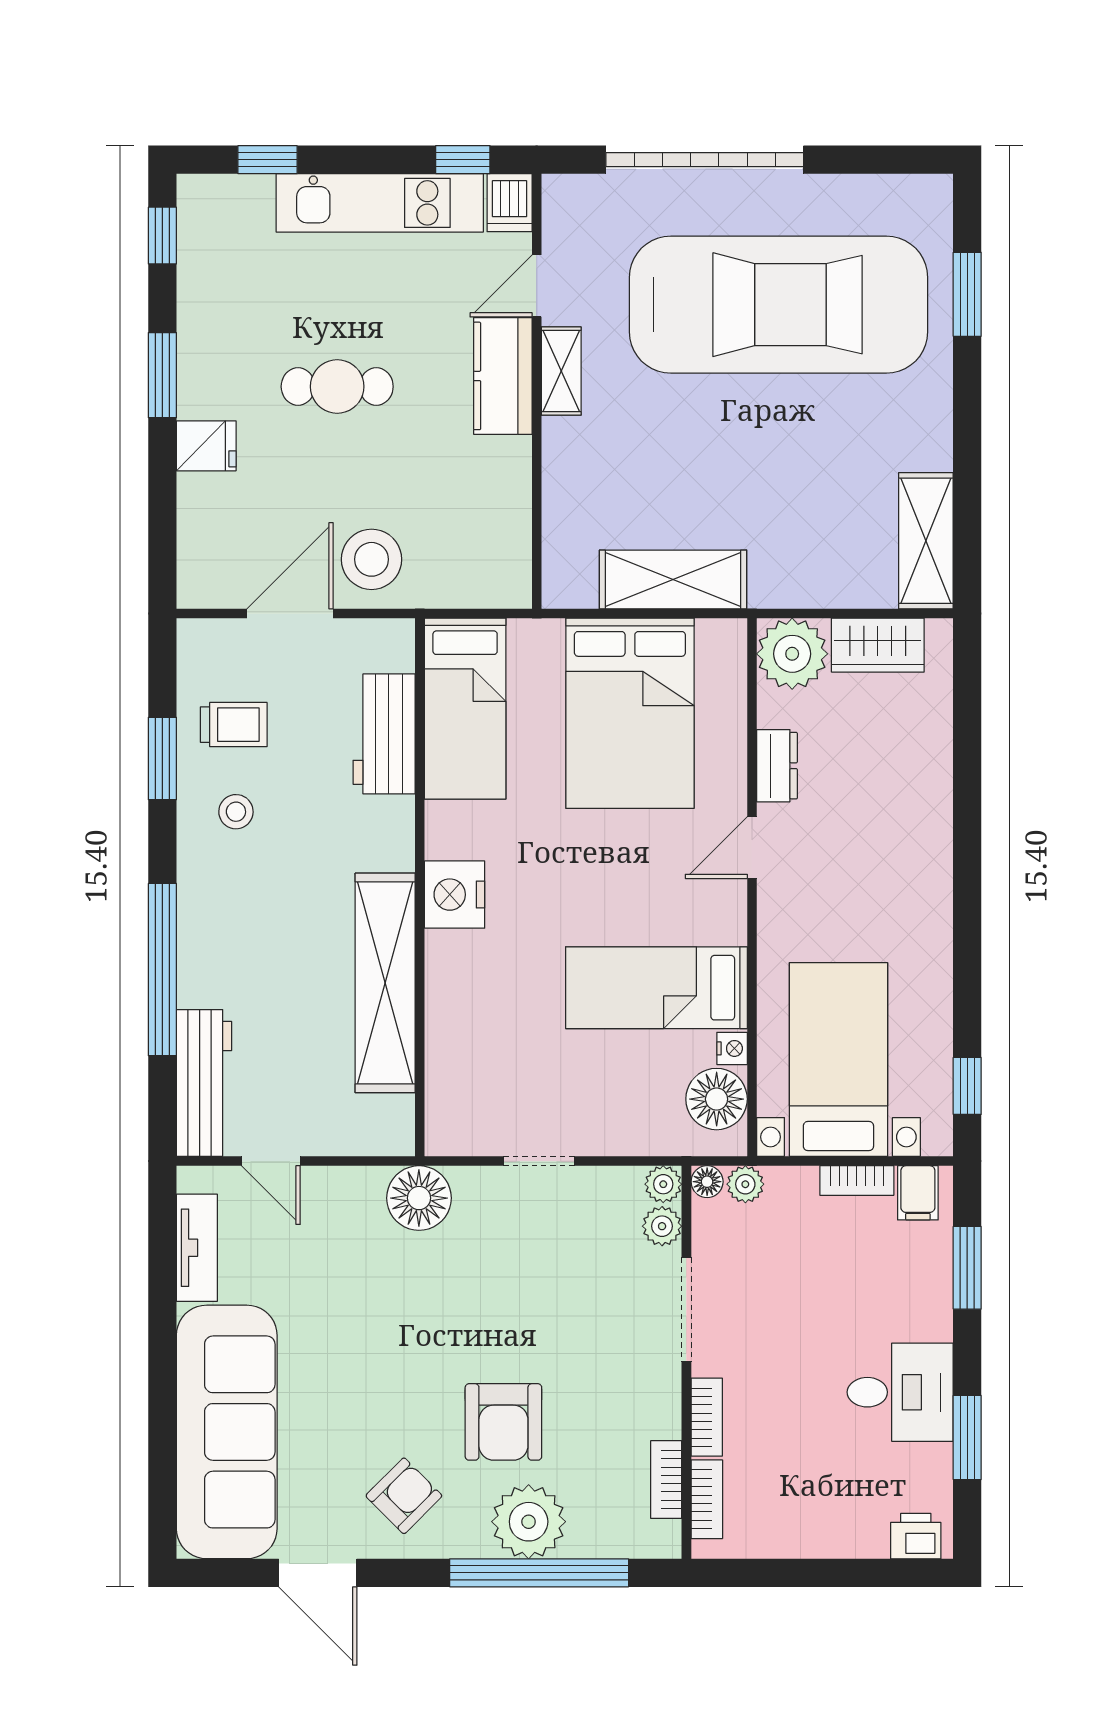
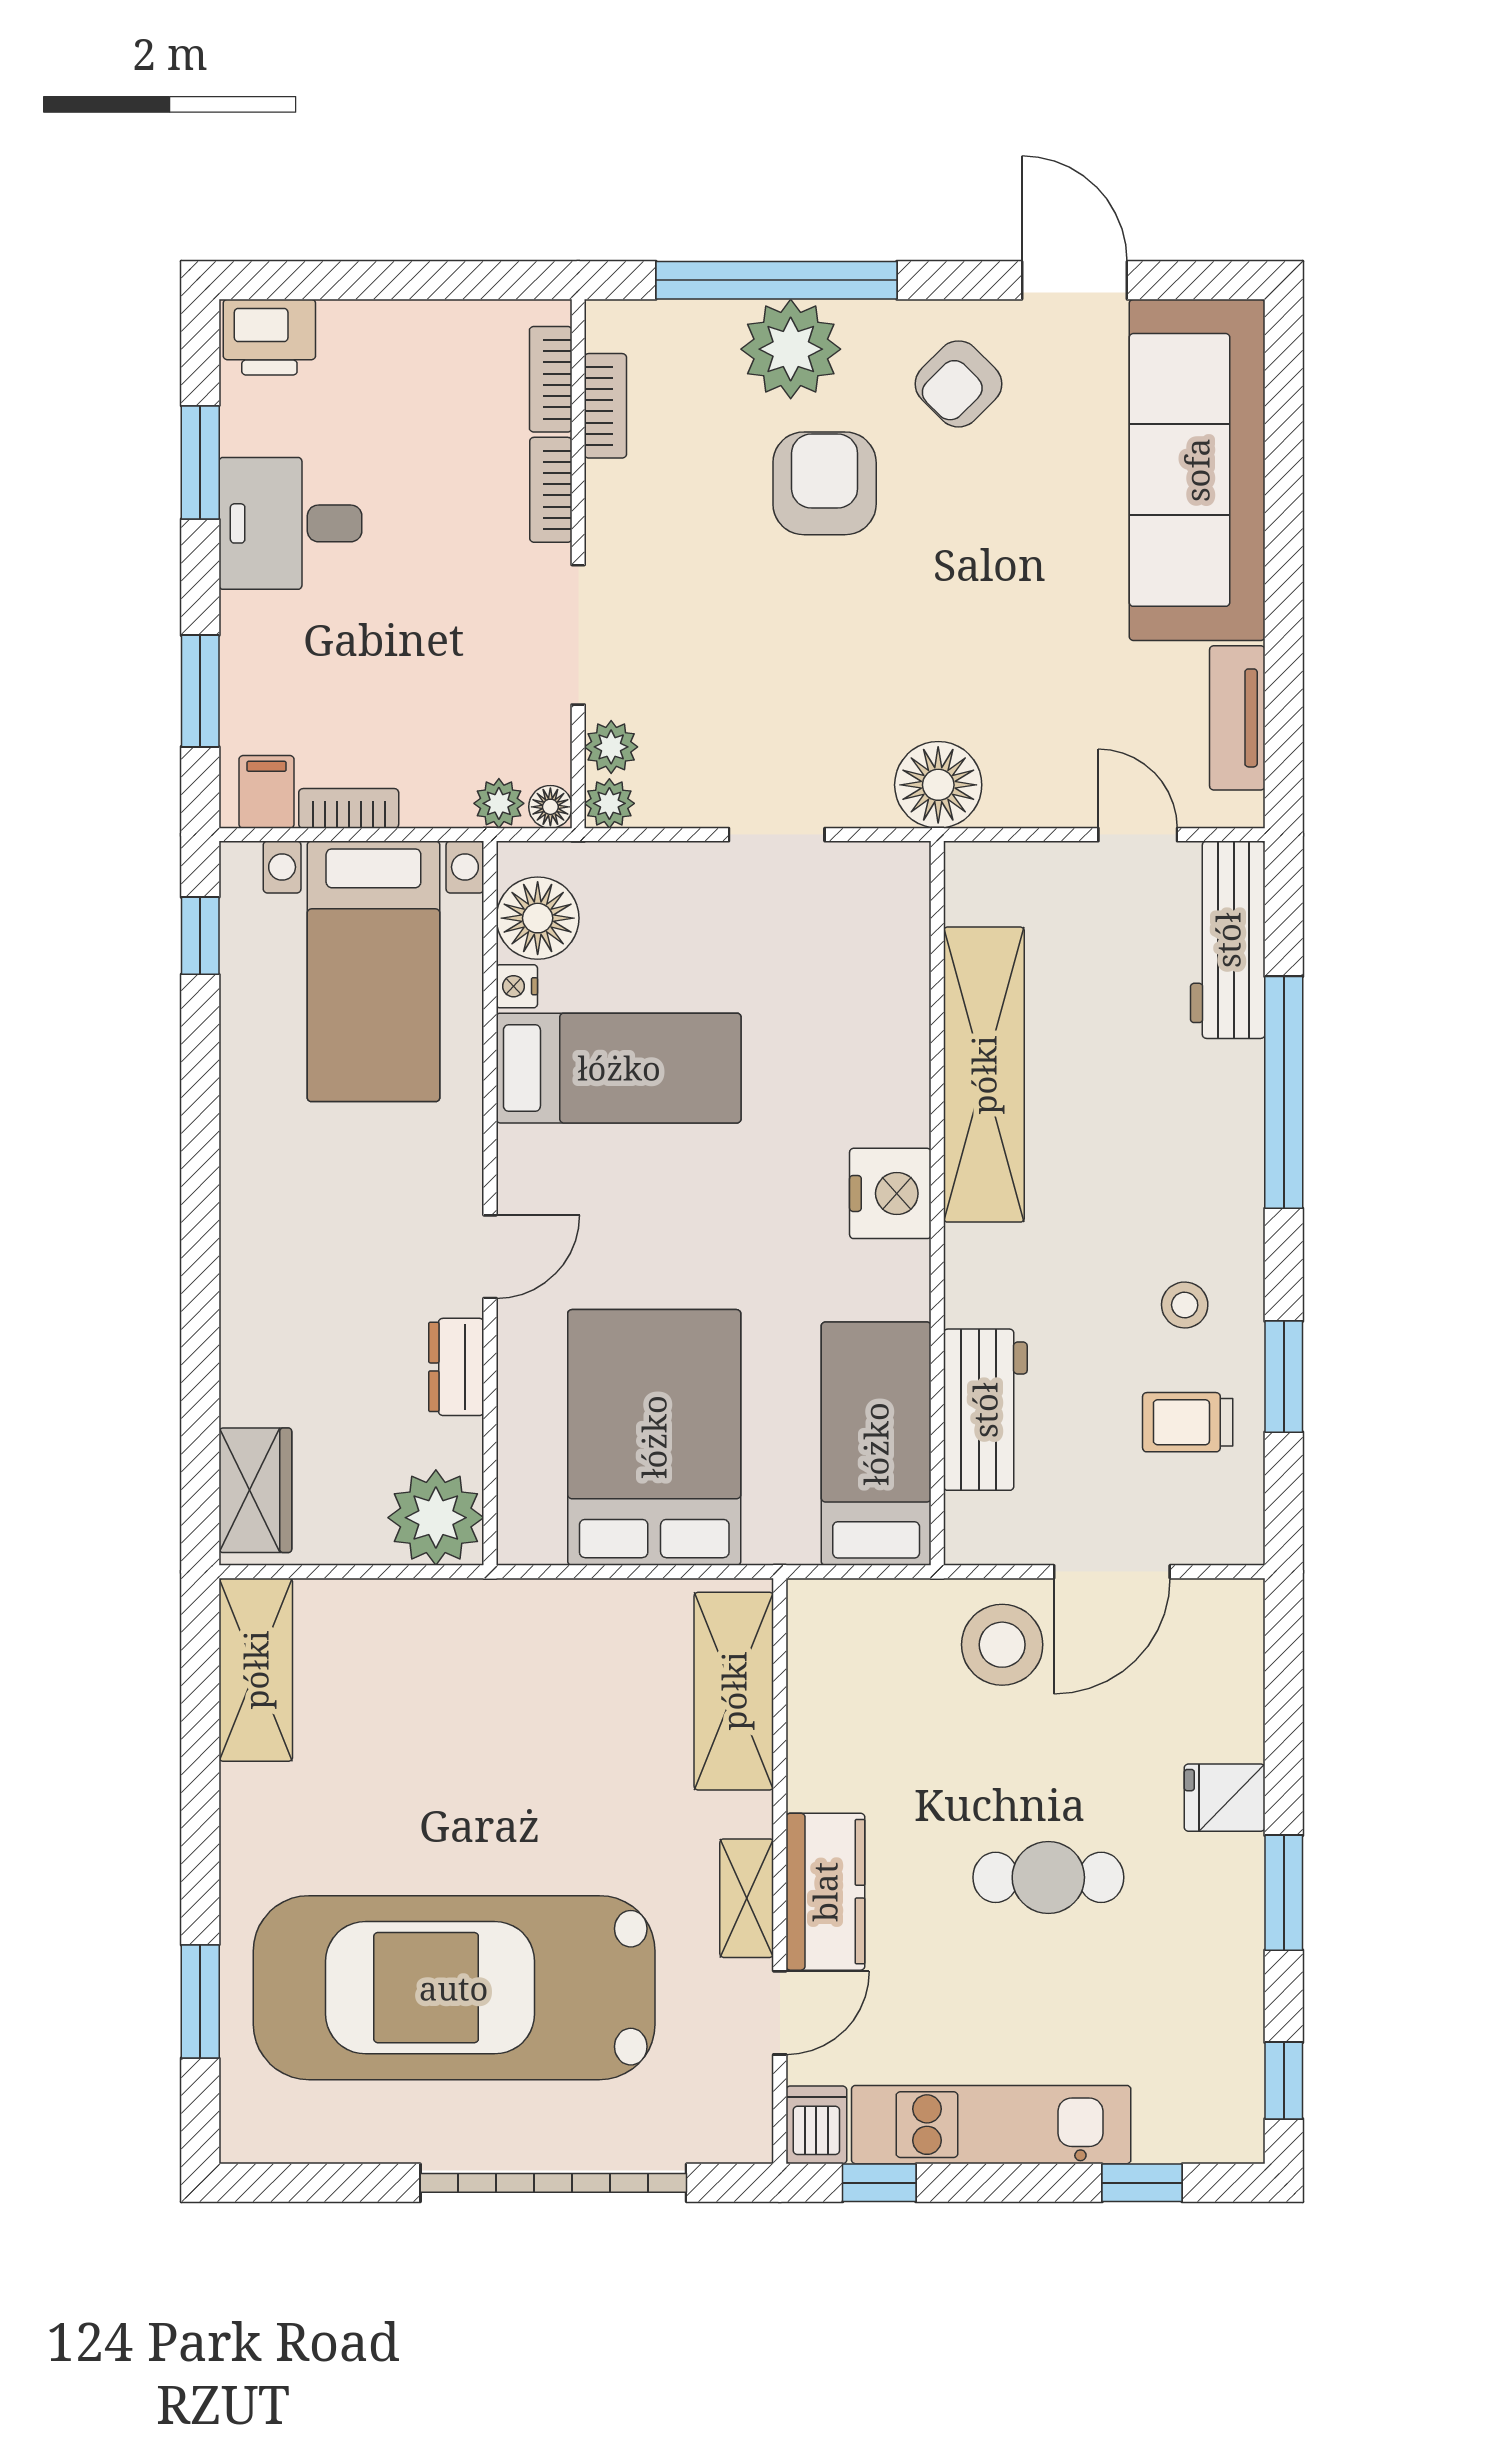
shelving: (673, 579) -> (734, 1691), moved, turned 90
wardrobe: (878, 645) -> (255, 1490), moved, turned 90
printer: (916, 1536) -> (269, 337), width x1.36, depth x1.24

